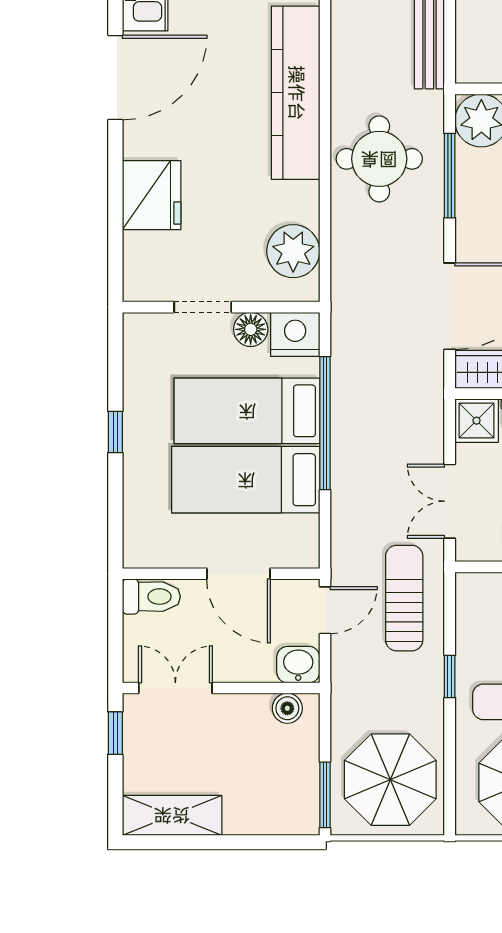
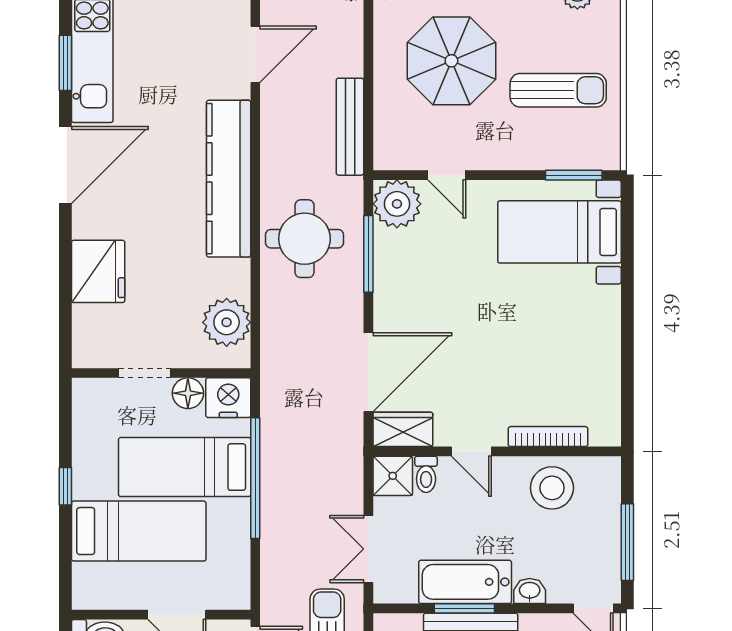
bed: (246, 480) -> (139, 531), moved, turned 180

